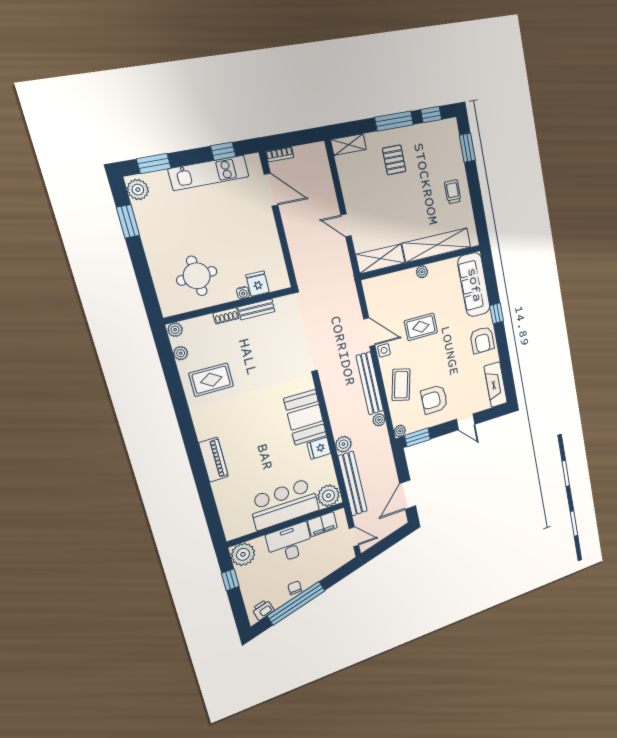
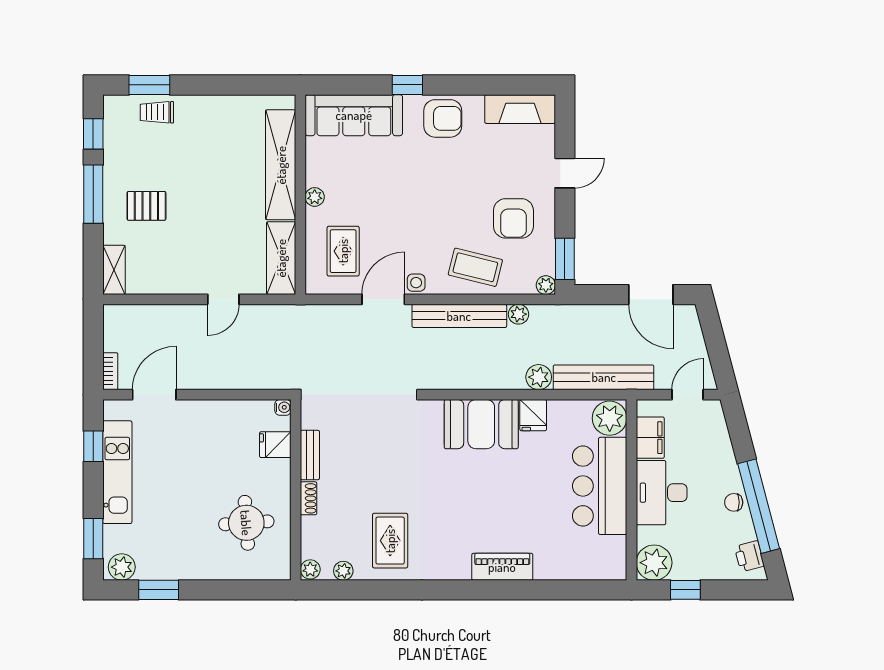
trolley: (453, 192) -> (157, 112), moved
water cooler: (243, 293) -> (283, 407), moved
rug: (421, 327) -> (343, 251), moved

